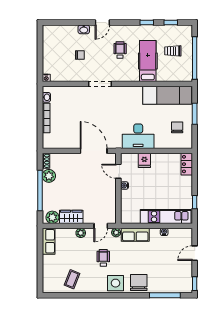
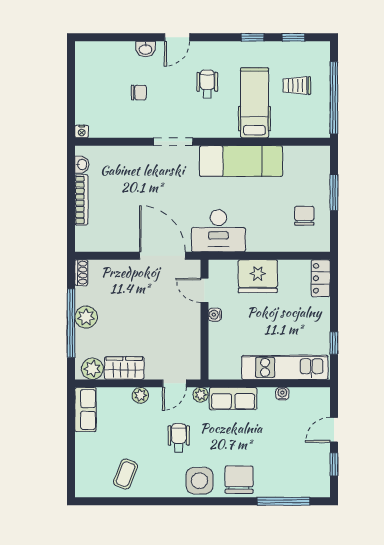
exam couch: (167, 95) -> (241, 161), moved
desk: (138, 136) -> (218, 231), moved
fridge: (144, 160) -> (258, 276), width x1.88, depth x1.34
plant: (49, 176) -> (86, 317), moved
window: (195, 284) -> (334, 464), moved

